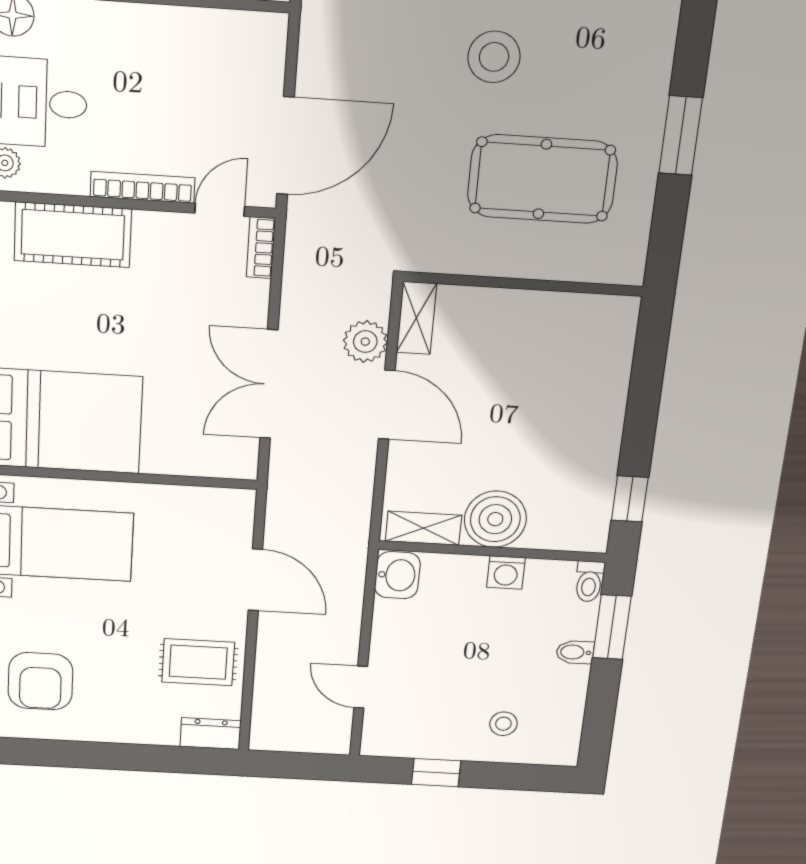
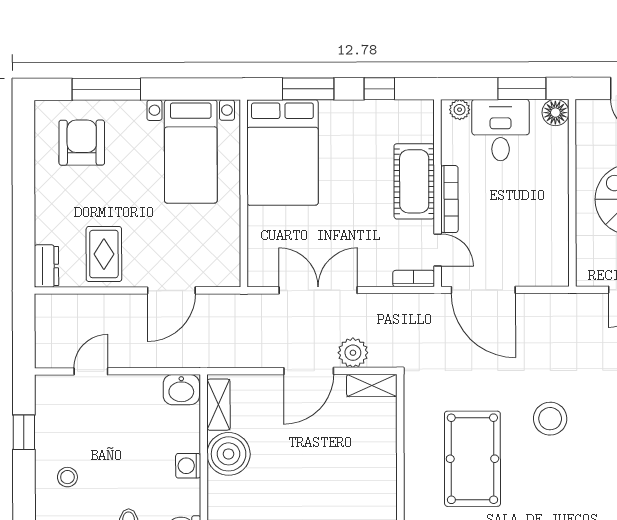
cot: (73, 235) -> (414, 181), moved
armchair: (40, 681) -> (82, 143), turned 90

